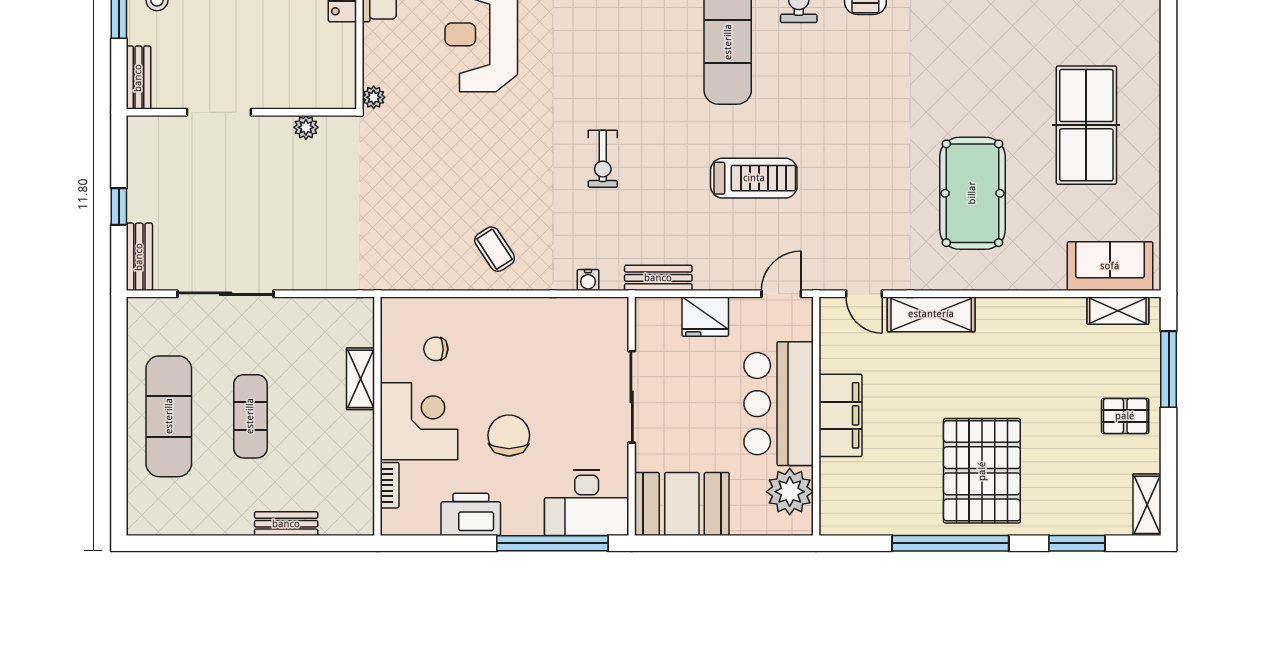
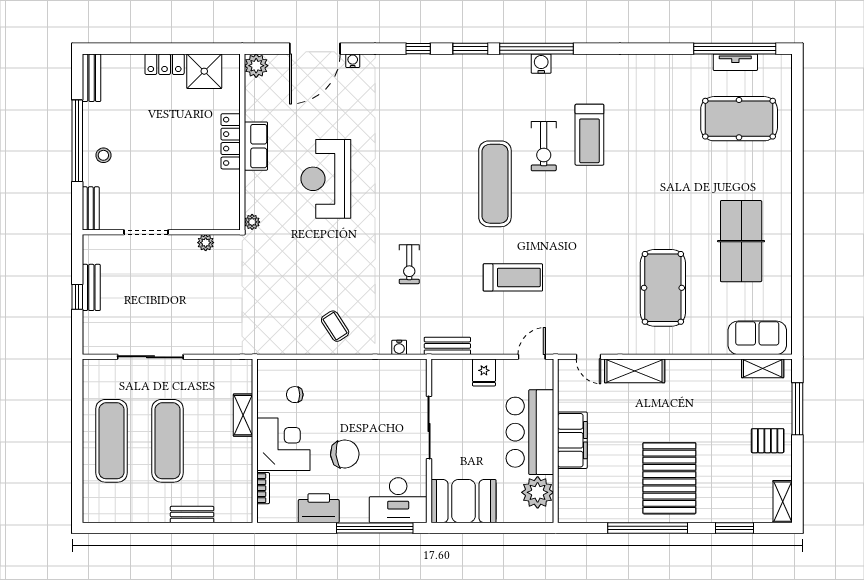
bench: (139, 257) -> (91, 287), moved
fridge: (705, 317) -> (484, 372), width x0.72
exercise mat: (250, 416) -> (168, 441), width x1.36, depth x1.45
chair: (509, 435) -> (345, 454), turned 85

